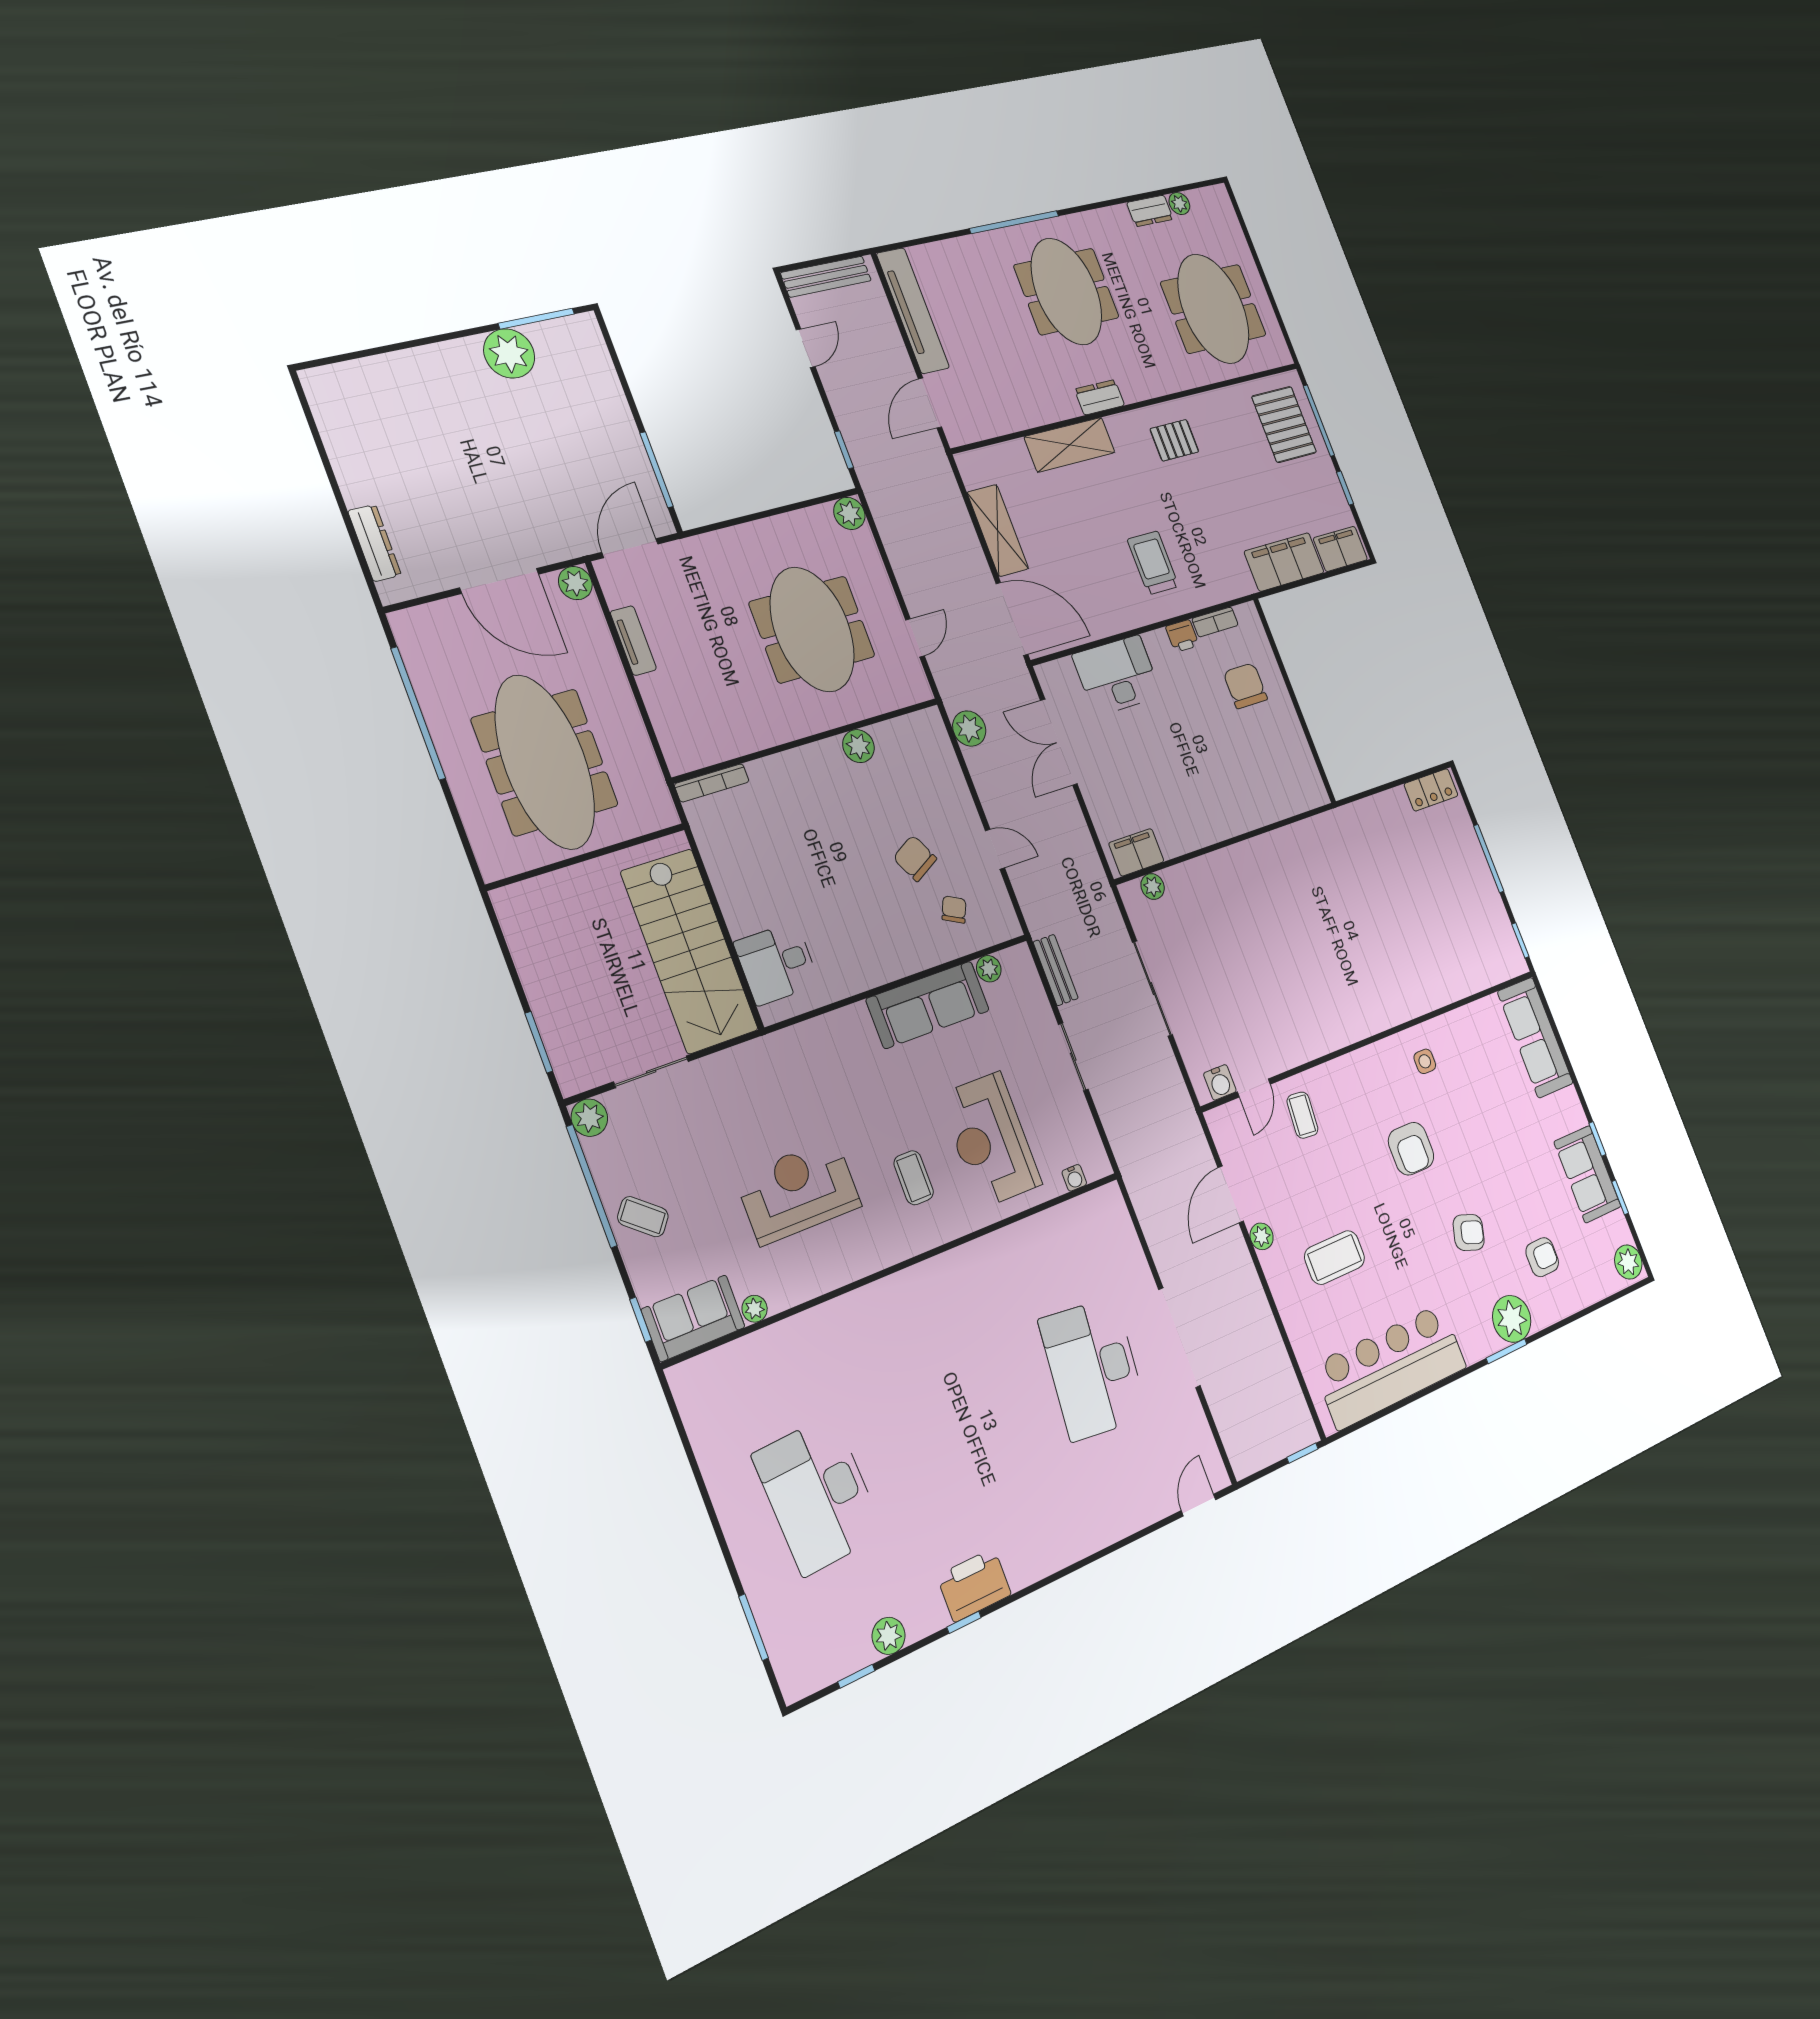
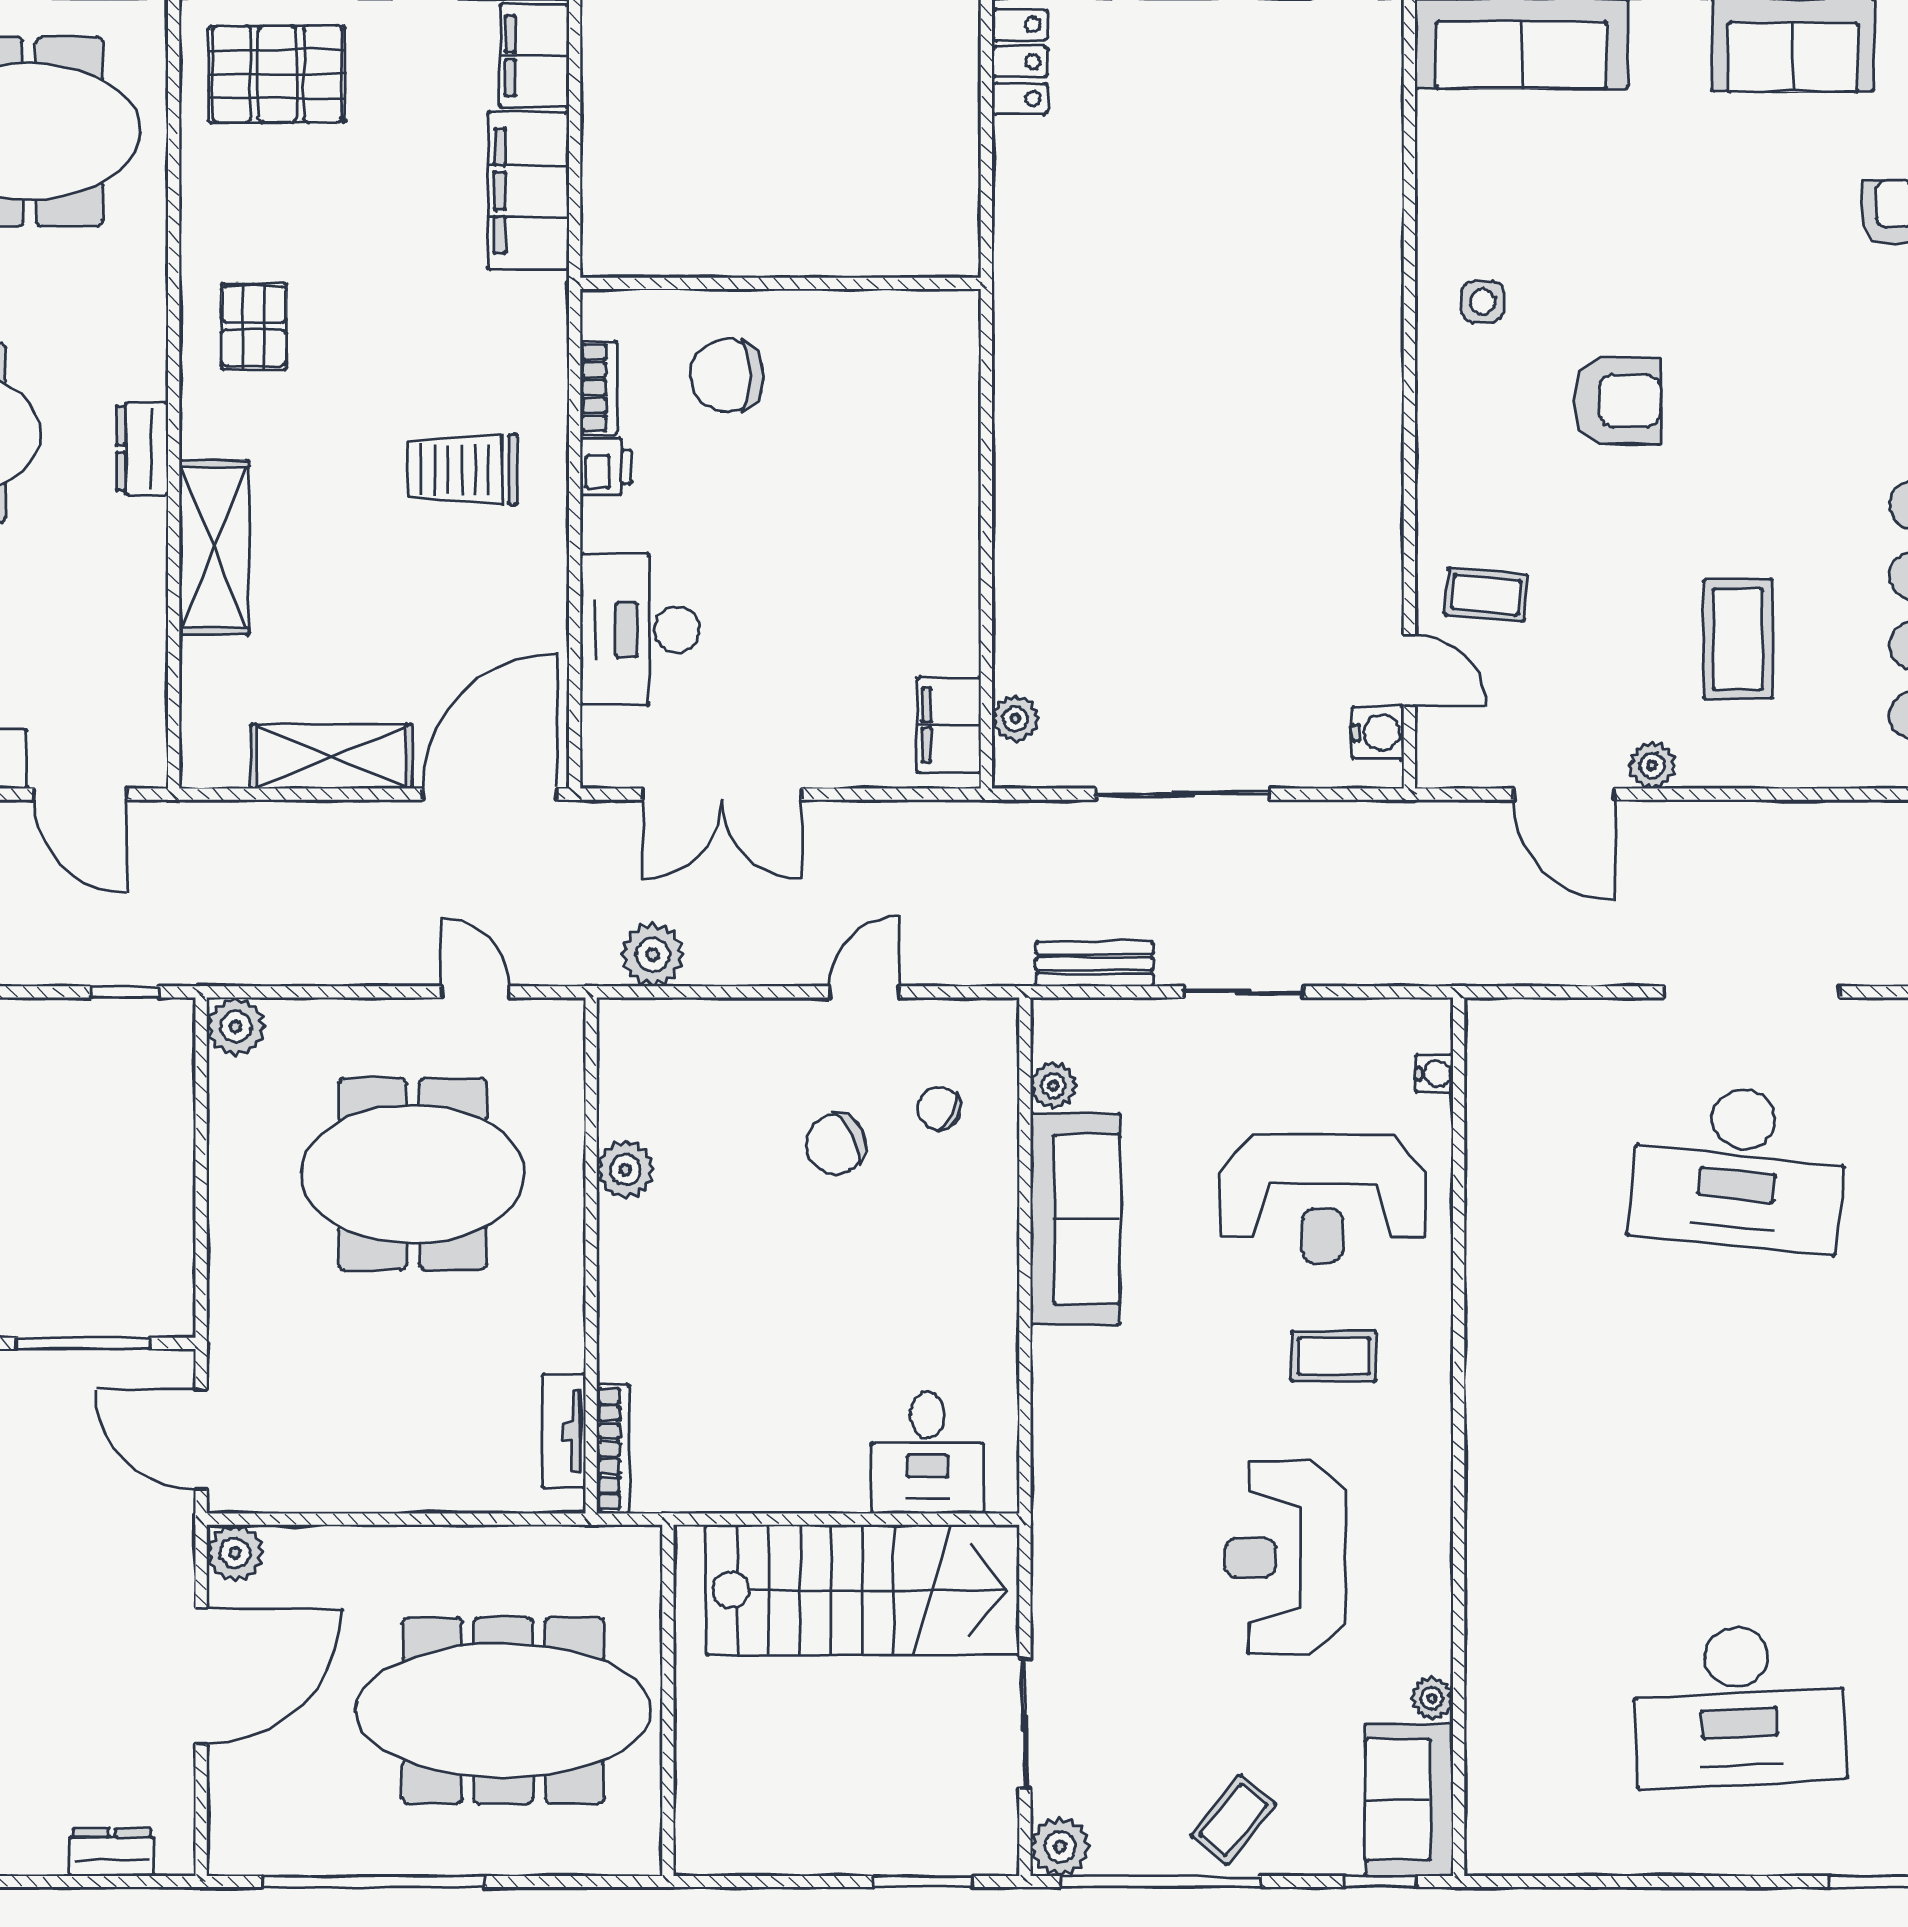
dresser: (374, 543) -> (112, 1852), width x0.70
tv unit: (633, 641) -> (564, 1431), moved, turned -90
armchair: (1469, 1232) -> (1797, 348), removed

